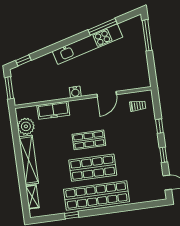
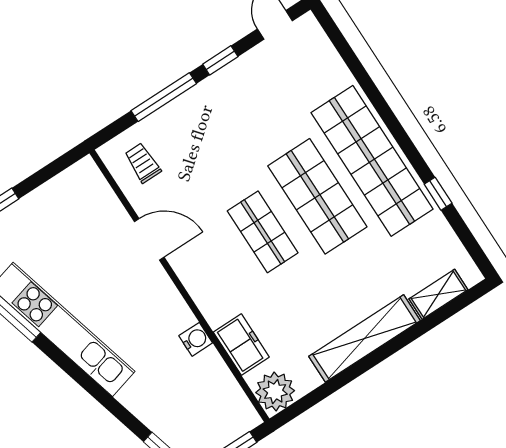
water cooler: (75, 92) -> (196, 339), moved
freezer: (53, 110) -> (241, 345), width x0.71
plant: (26, 126) -> (275, 392), moved
window: (159, 126) -> (164, 97), width x2.17

